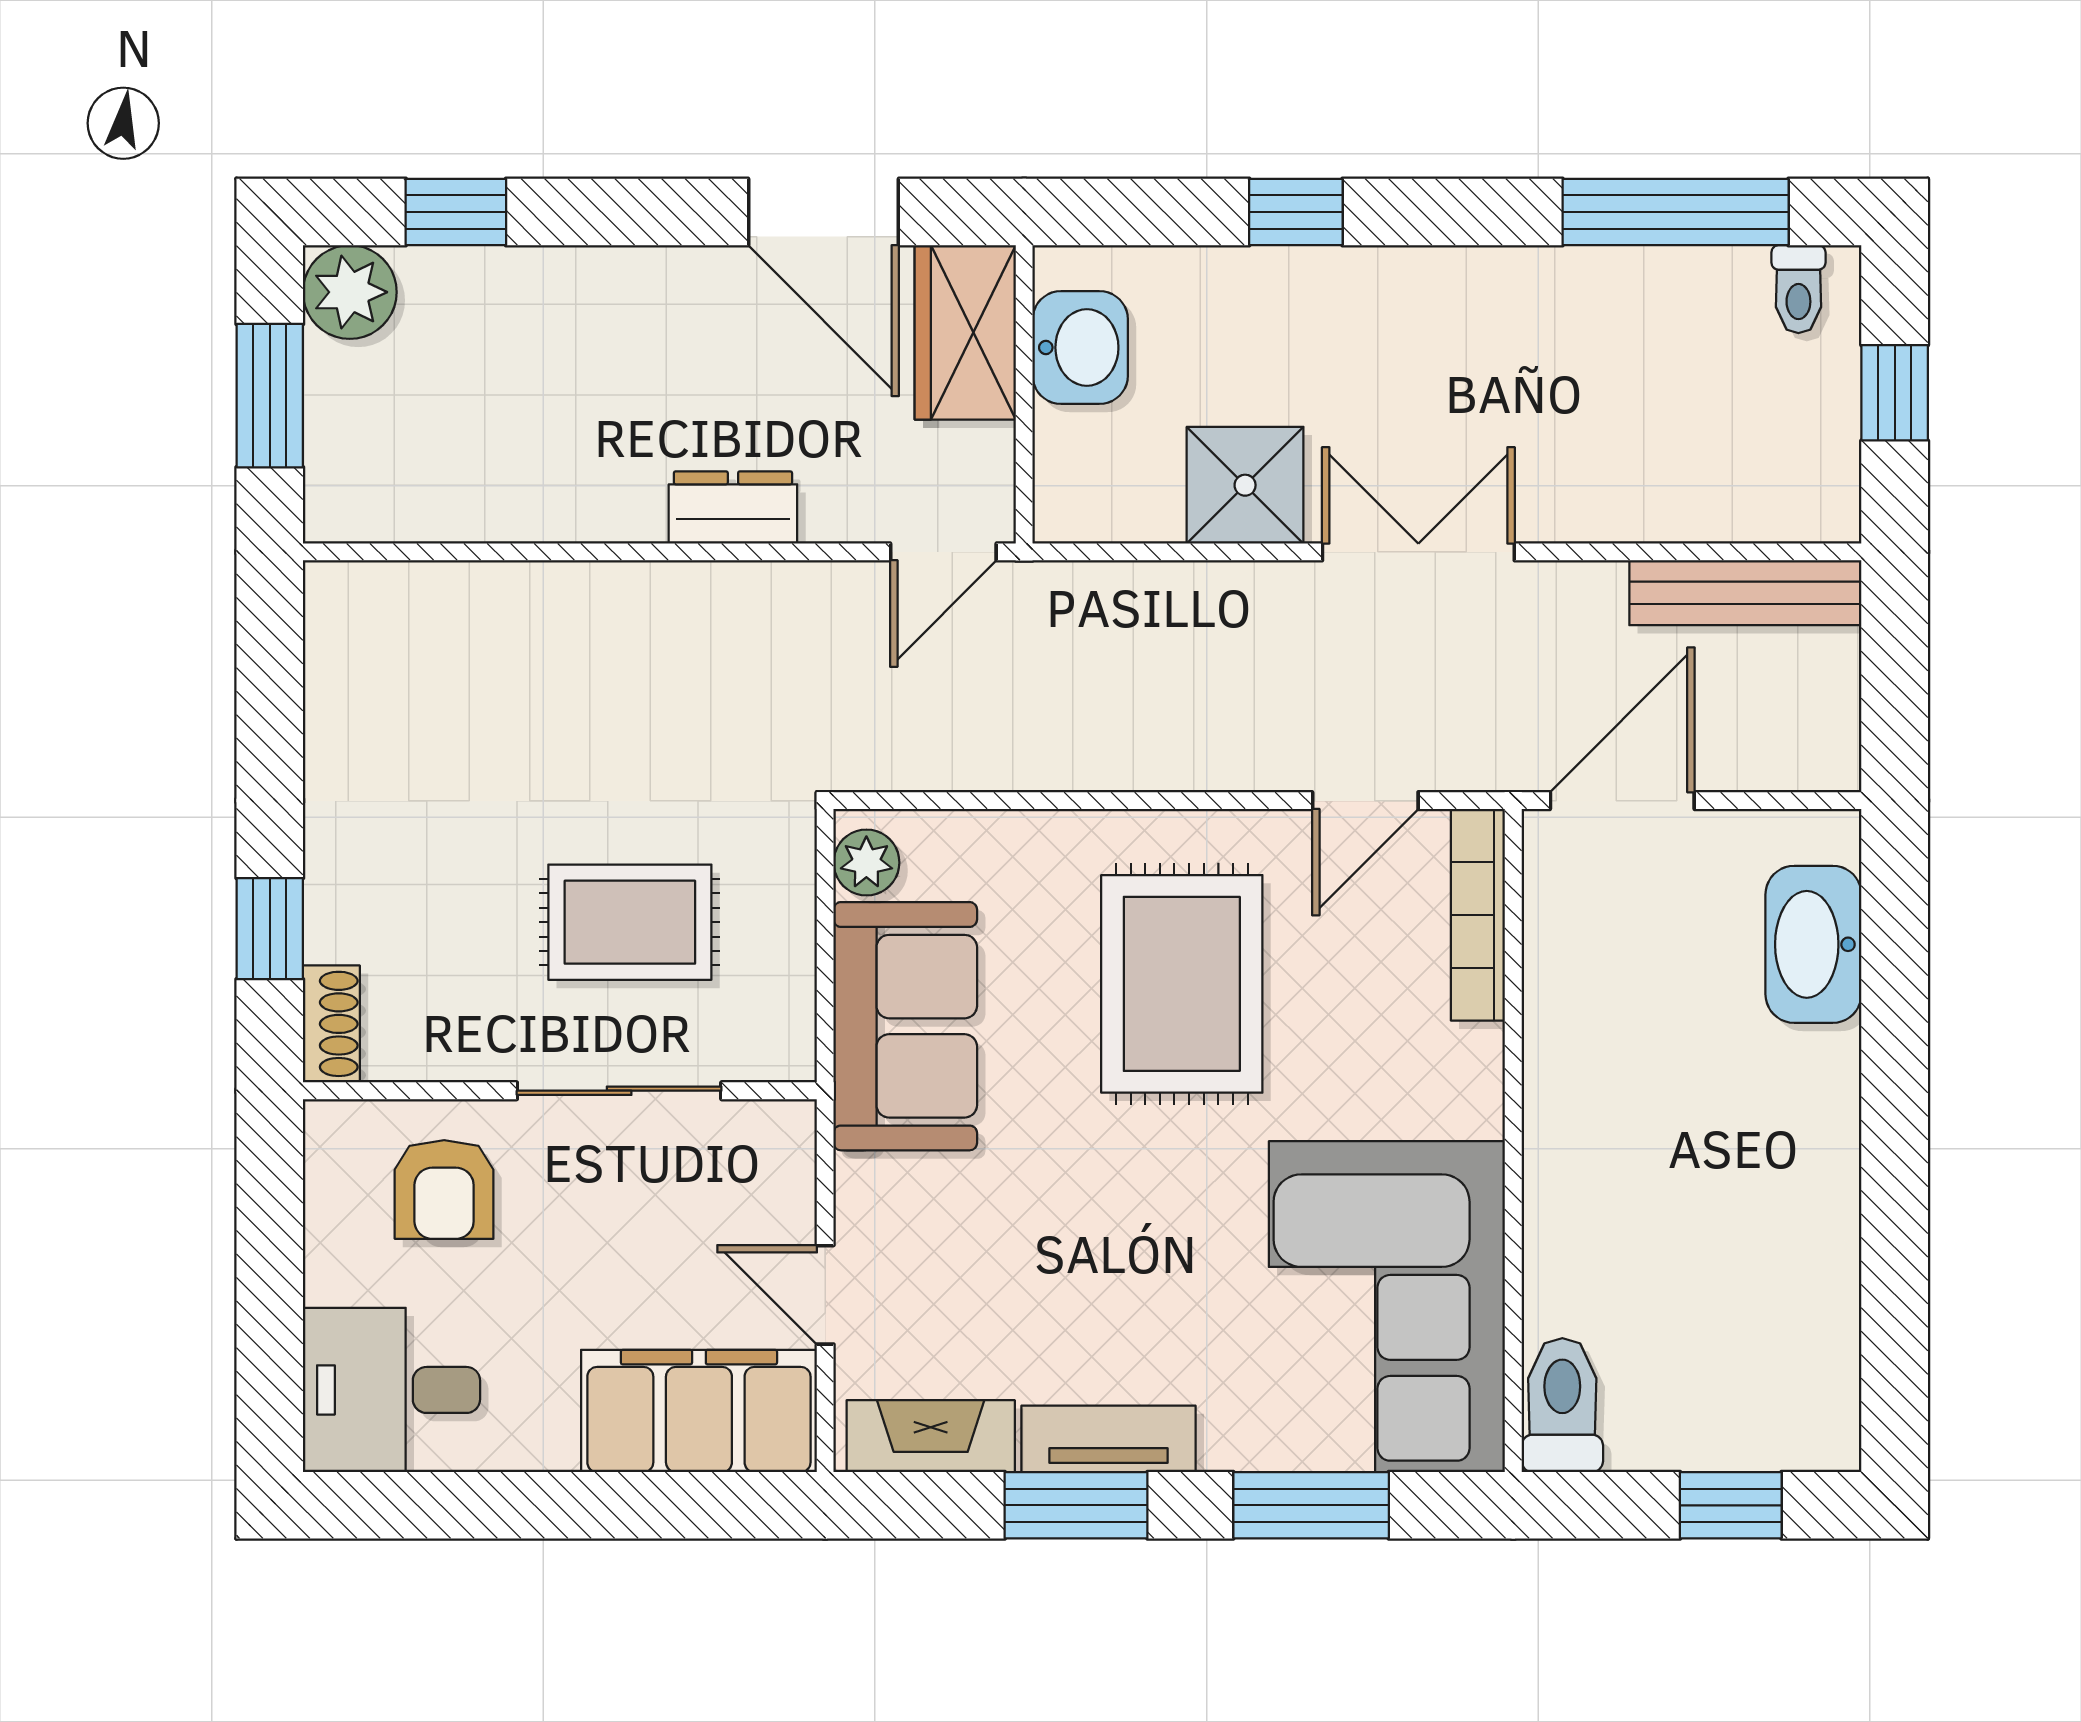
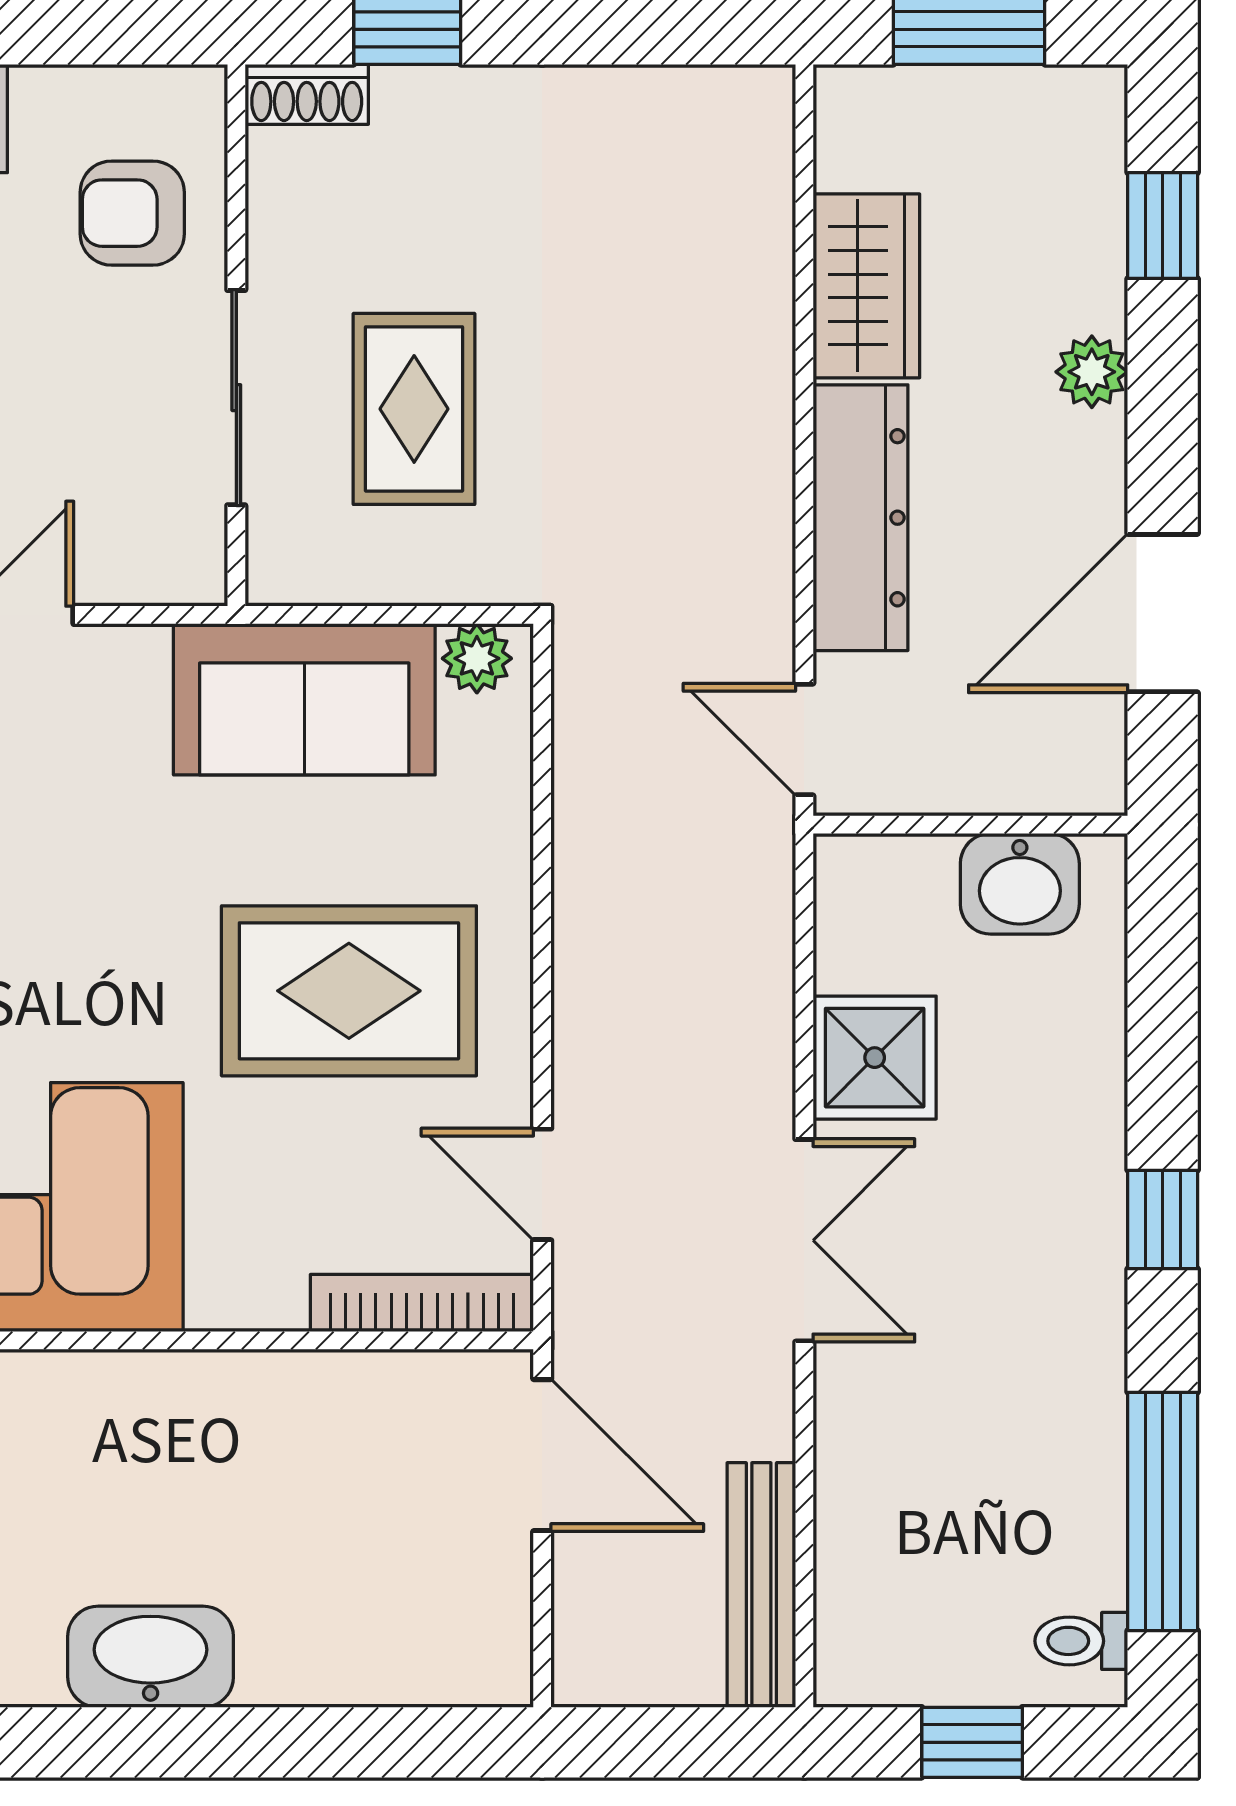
window: (1296, 212) -> (1163, 1219), moved
plant: (350, 292) -> (1092, 372), moved, width x0.73, depth x0.73
wardrobe: (965, 332) -> (866, 286), moved, turned 90
dresser: (733, 507) -> (860, 518), width x1.96, depth x1.24
washbasin: (1813, 944) -> (151, 1657), moved

